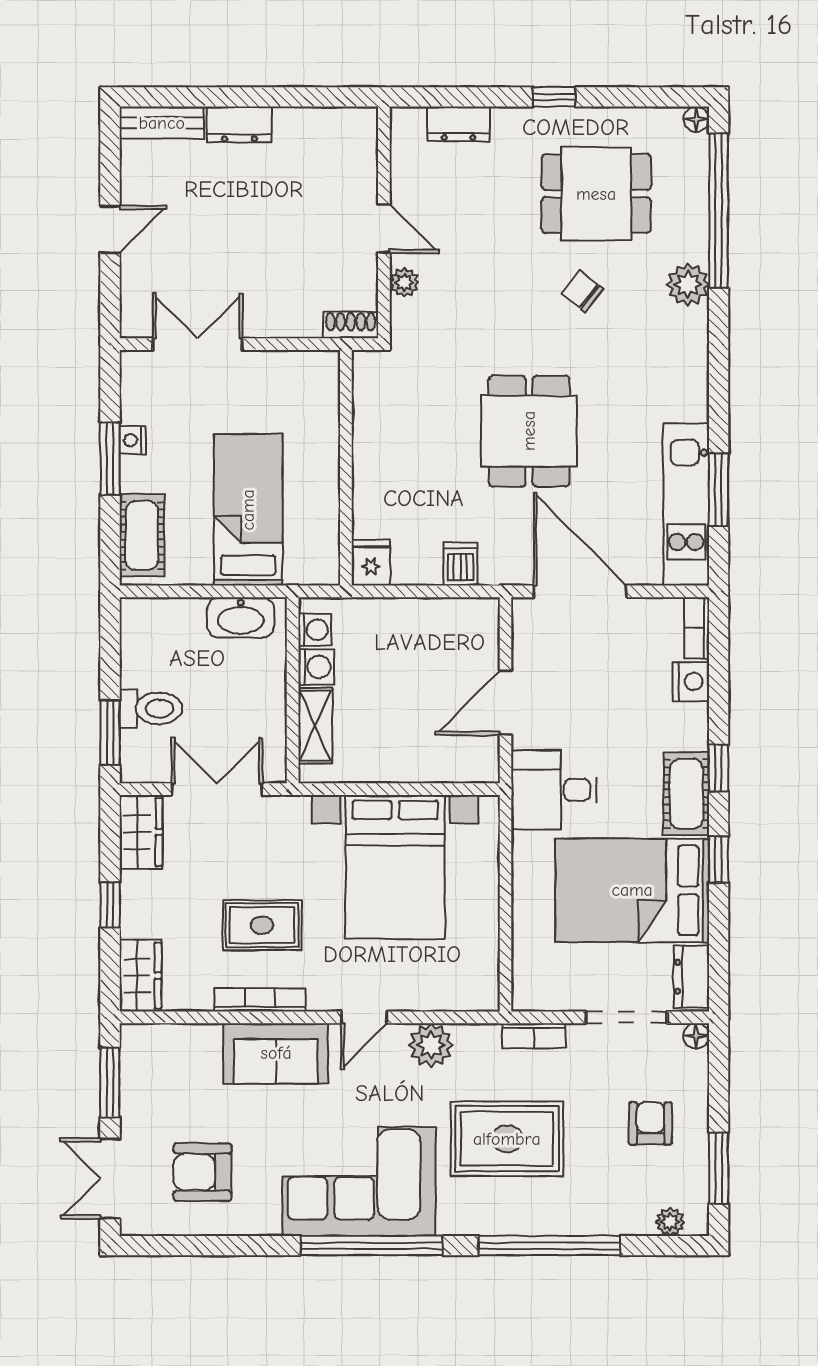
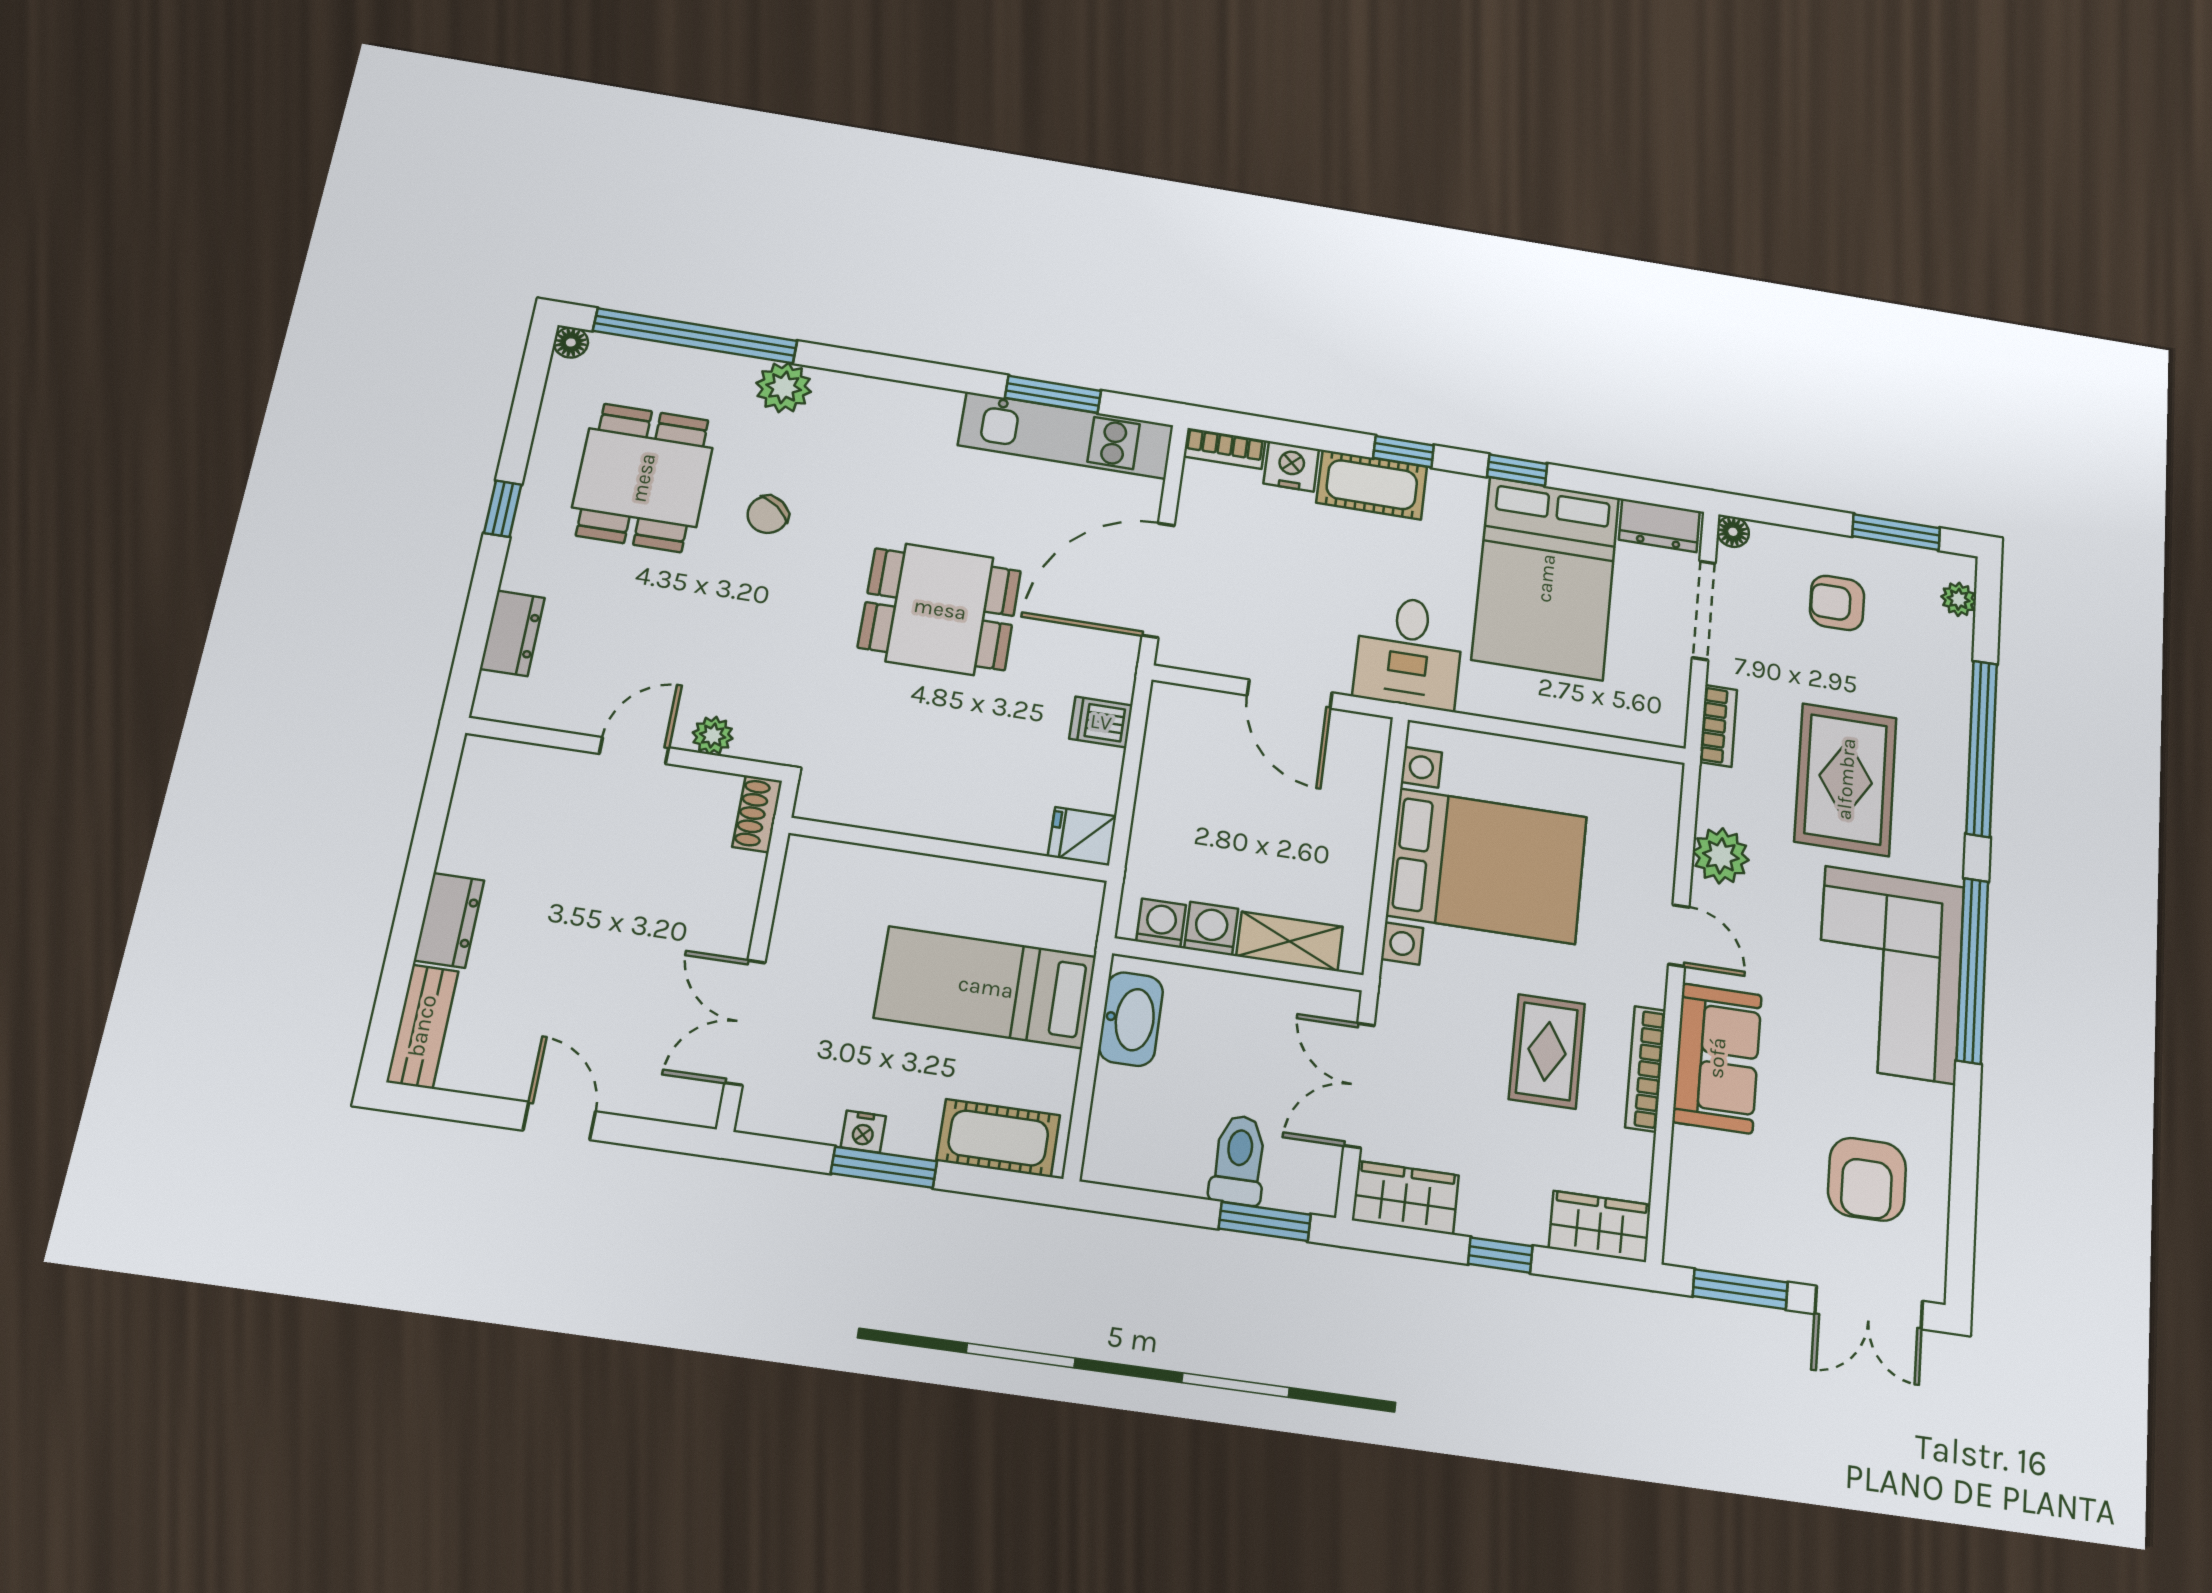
cot: (686, 794) -> (1372, 485), moved

